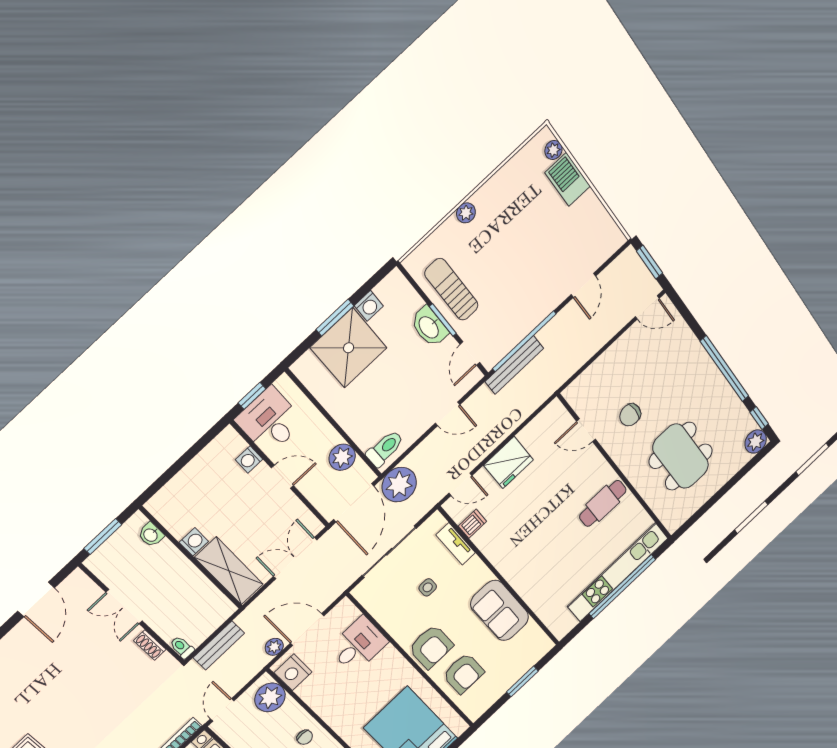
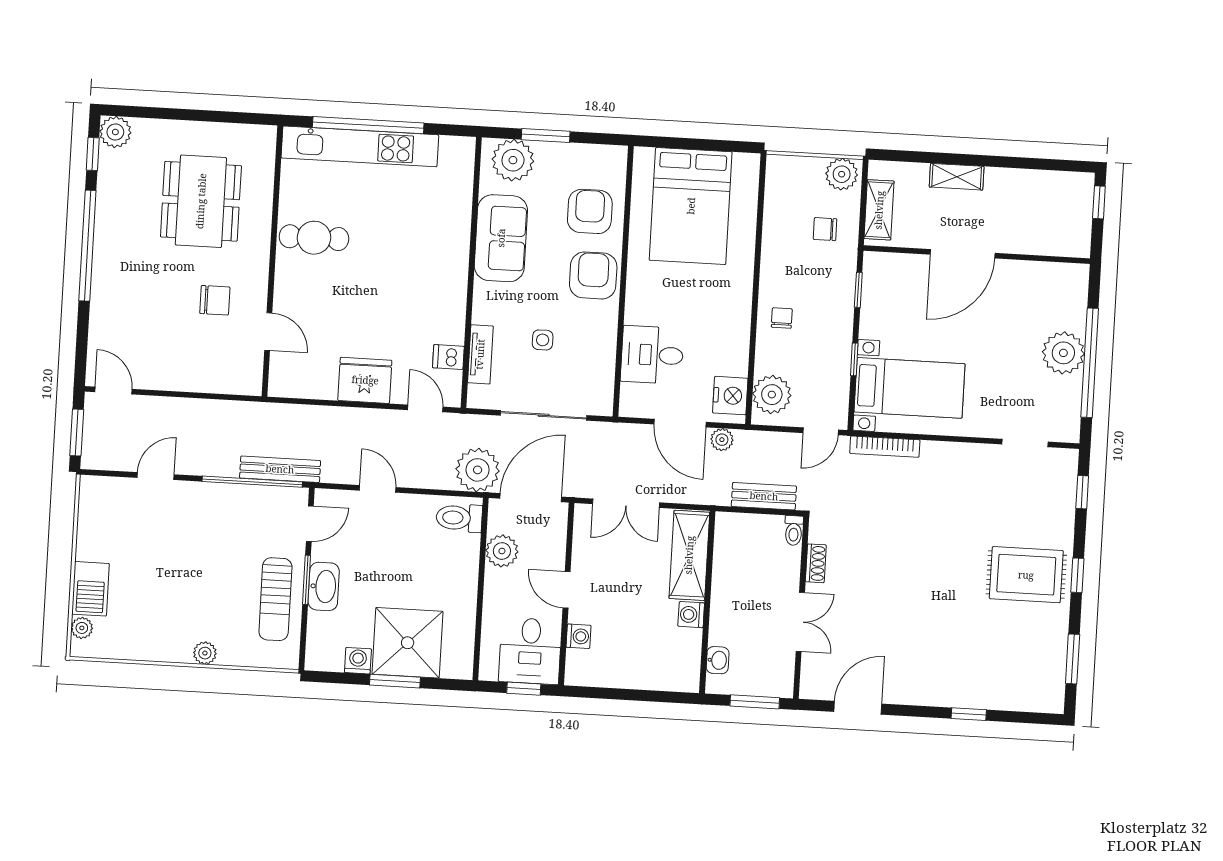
plant: (529, 652) -> (513, 160), added

